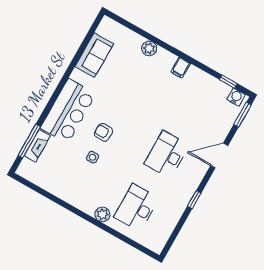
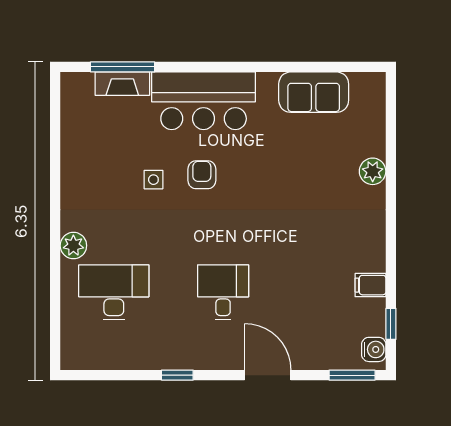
filing cabinet: (181, 68) -> (370, 285), moved
desk: (167, 155) -> (223, 292), width x0.73

